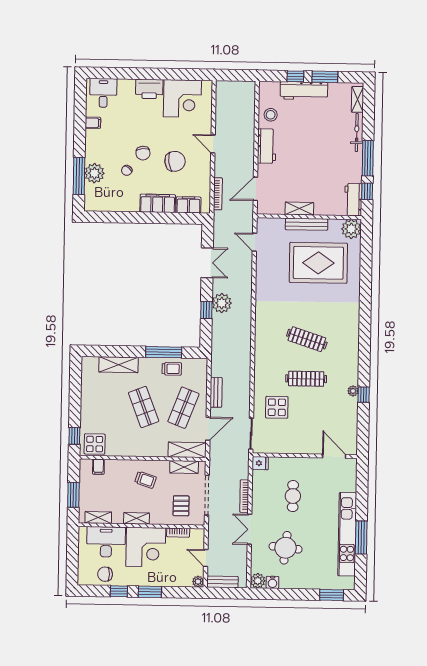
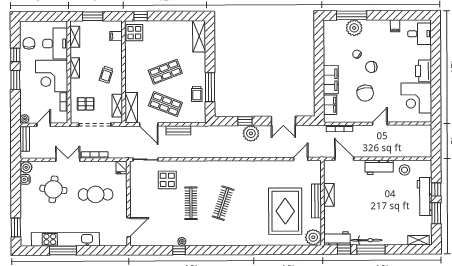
bicycle: (357, 133) -> (367, 240), moved
shelving: (119, 365) -> (199, 36), moved
cafe table: (293, 496) -> (96, 194), width x1.37, depth x1.35

